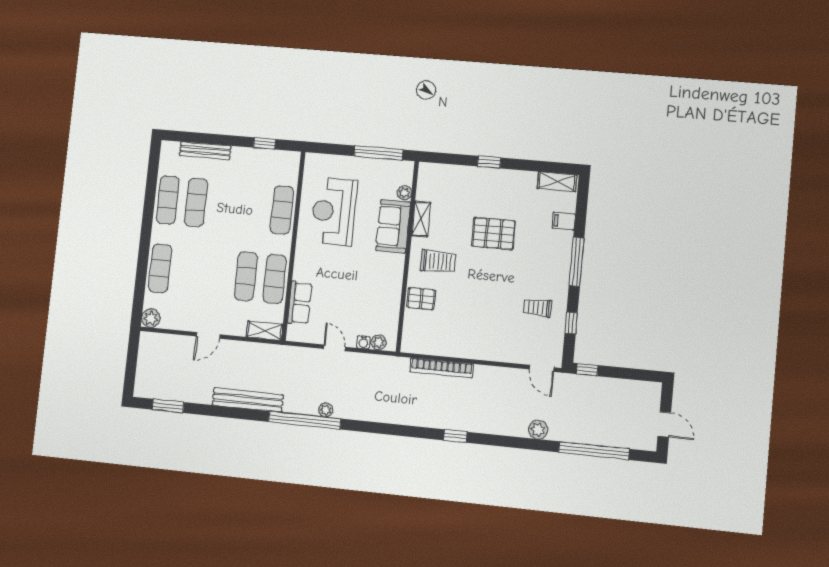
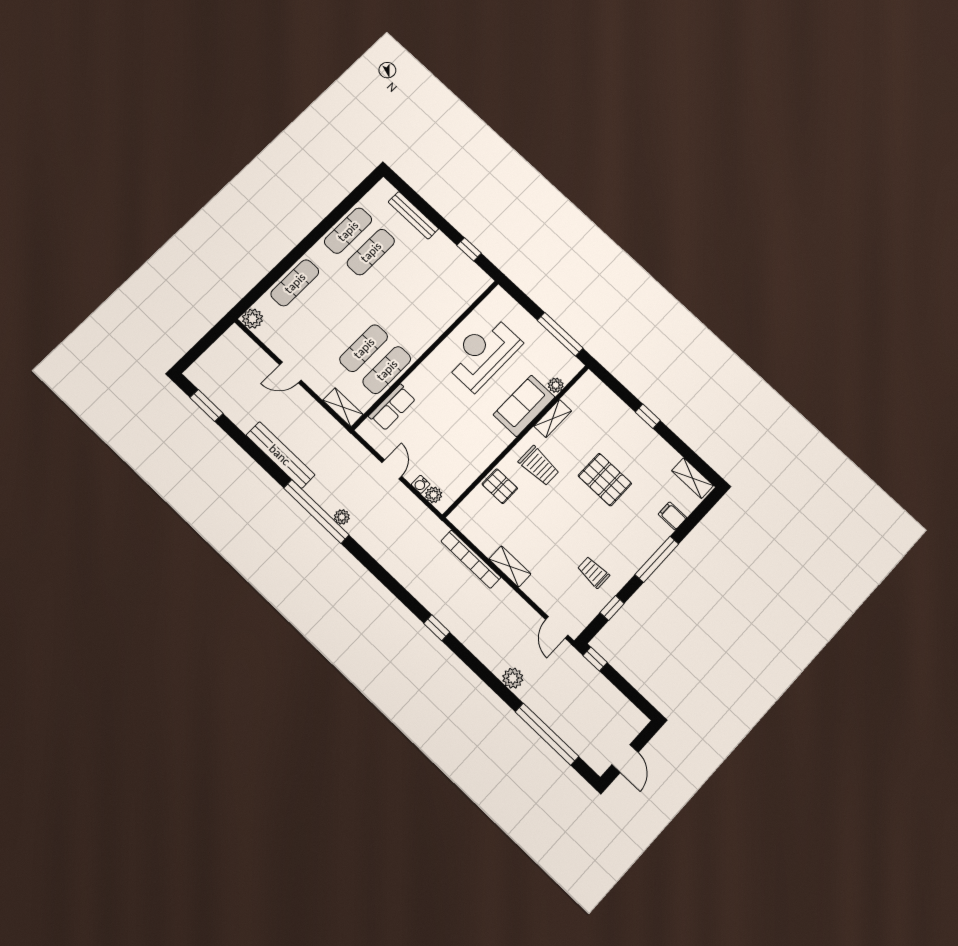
exercise mat: (282, 210) -> (440, 317), removed
shelving: (474, 351) -> (510, 566), added

